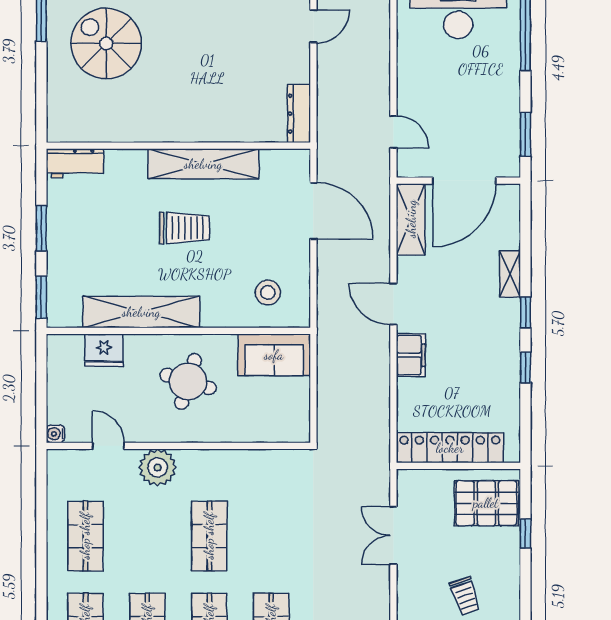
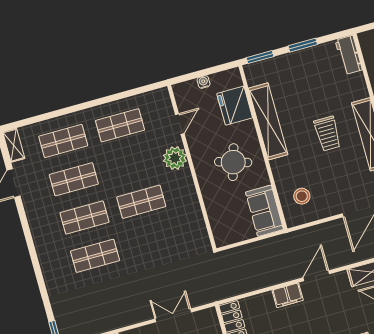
fridge: (104, 350) -> (235, 106), width x1.36, depth x1.34
water cooler: (55, 434) -> (204, 82), moved

